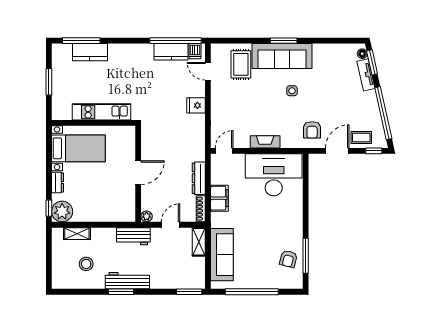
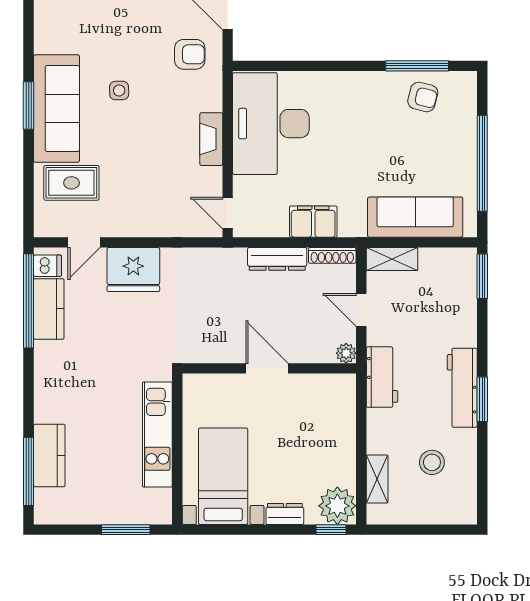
window: (49, 82) -> (126, 530), moved
fridge: (196, 105) -> (133, 270), width x1.88, depth x1.34

